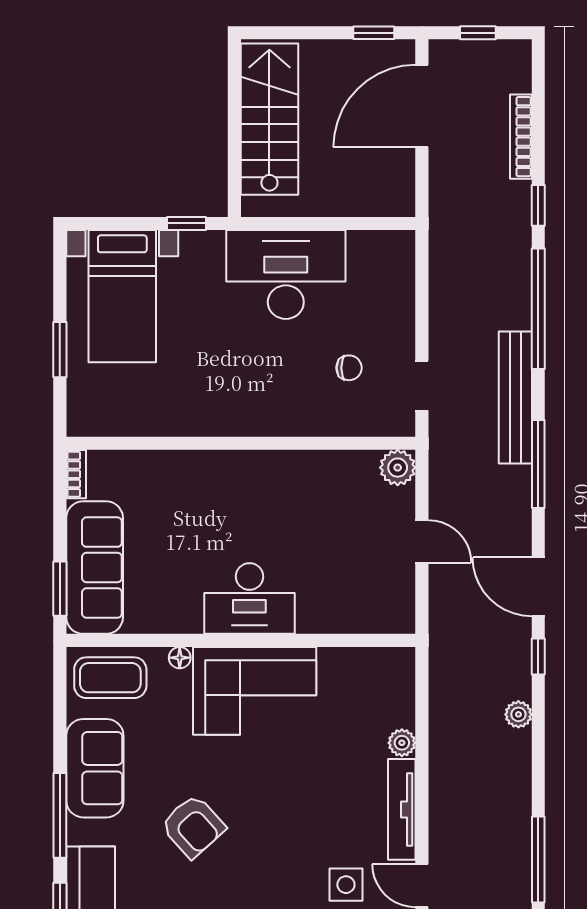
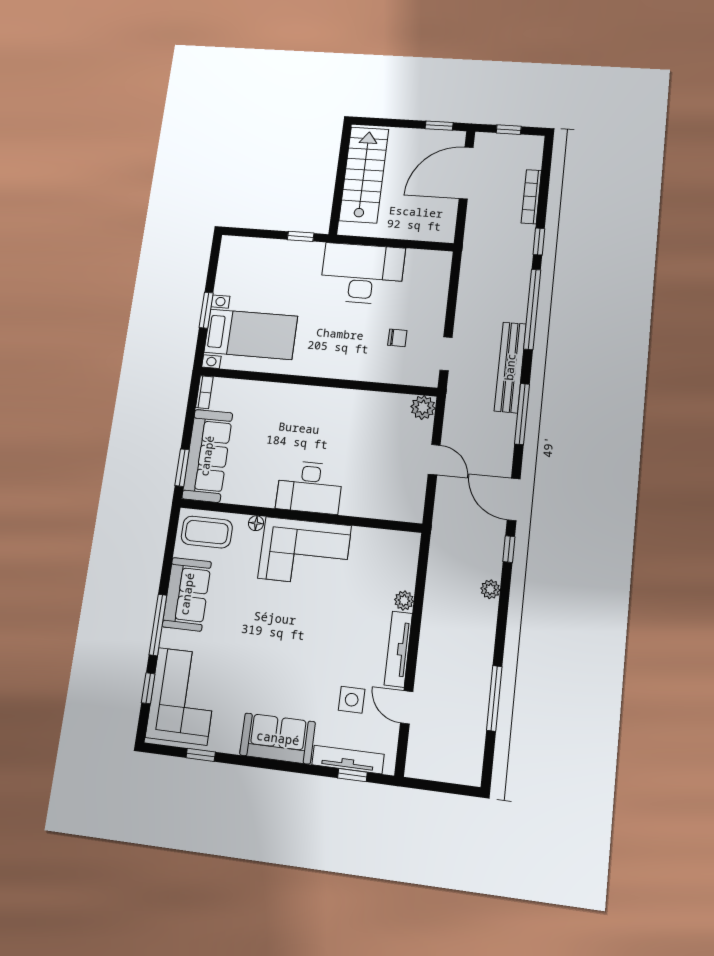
bed with nightstands: (122, 296) -> (251, 334), moved, turned -90
armchair: (193, 826) -> (249, 644), removed

